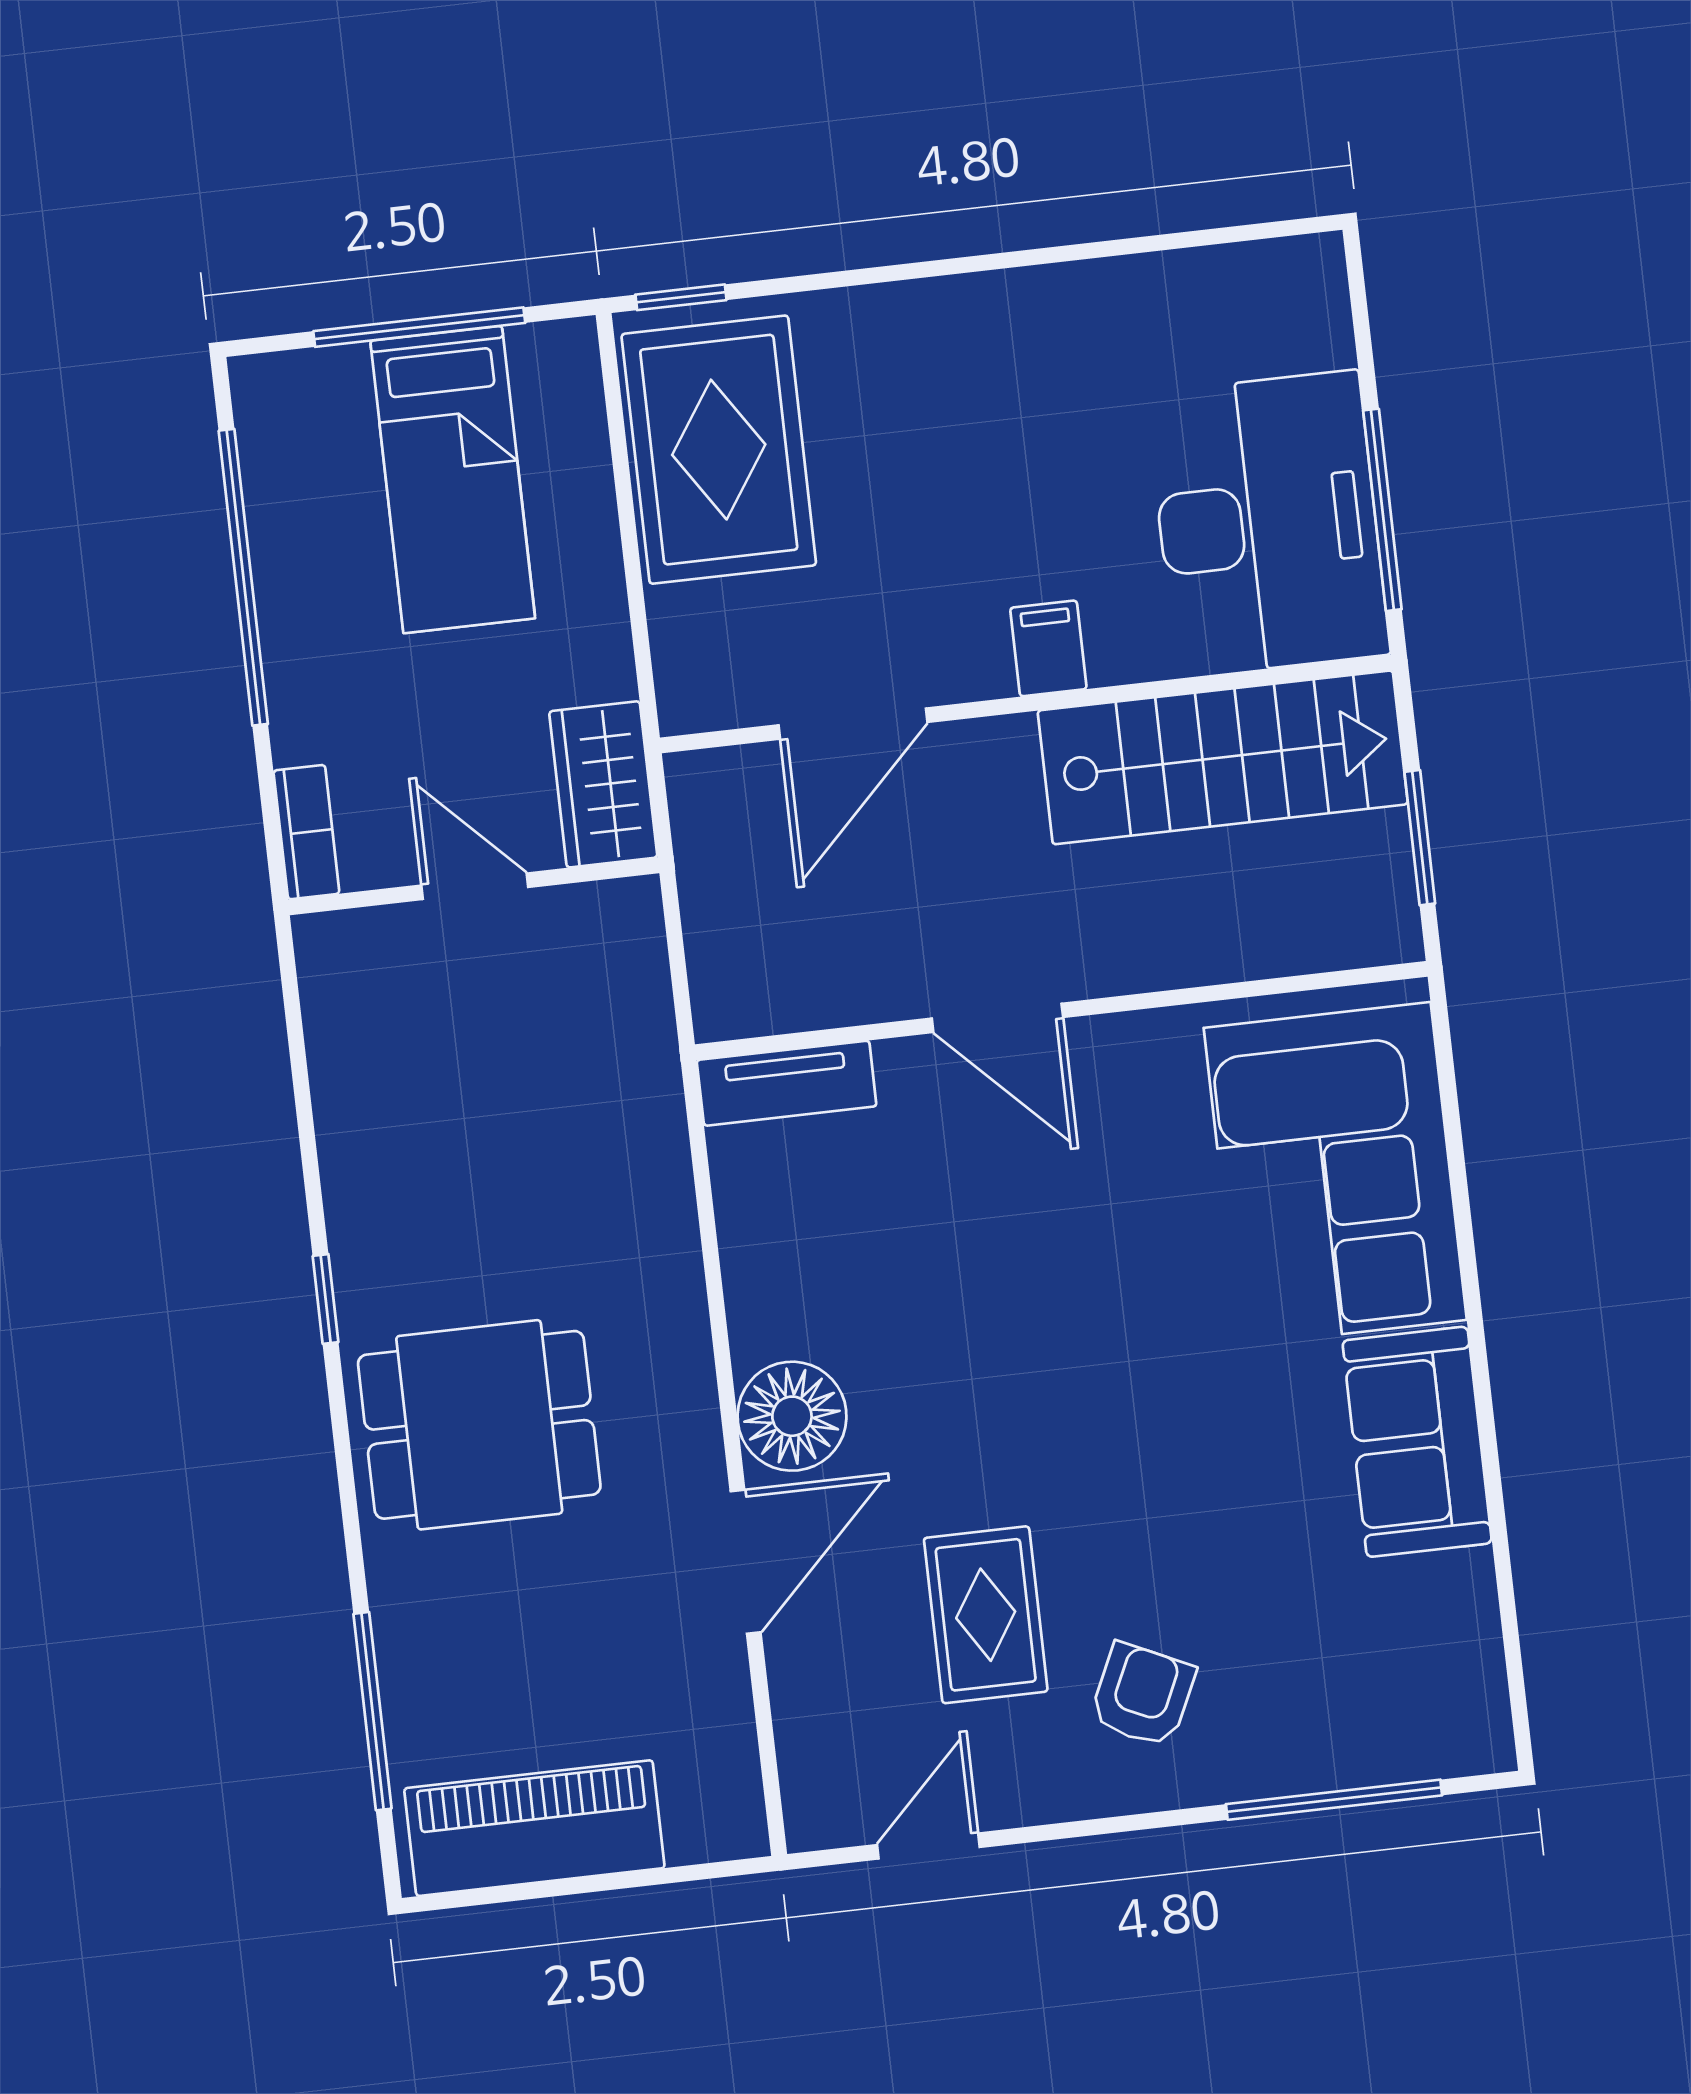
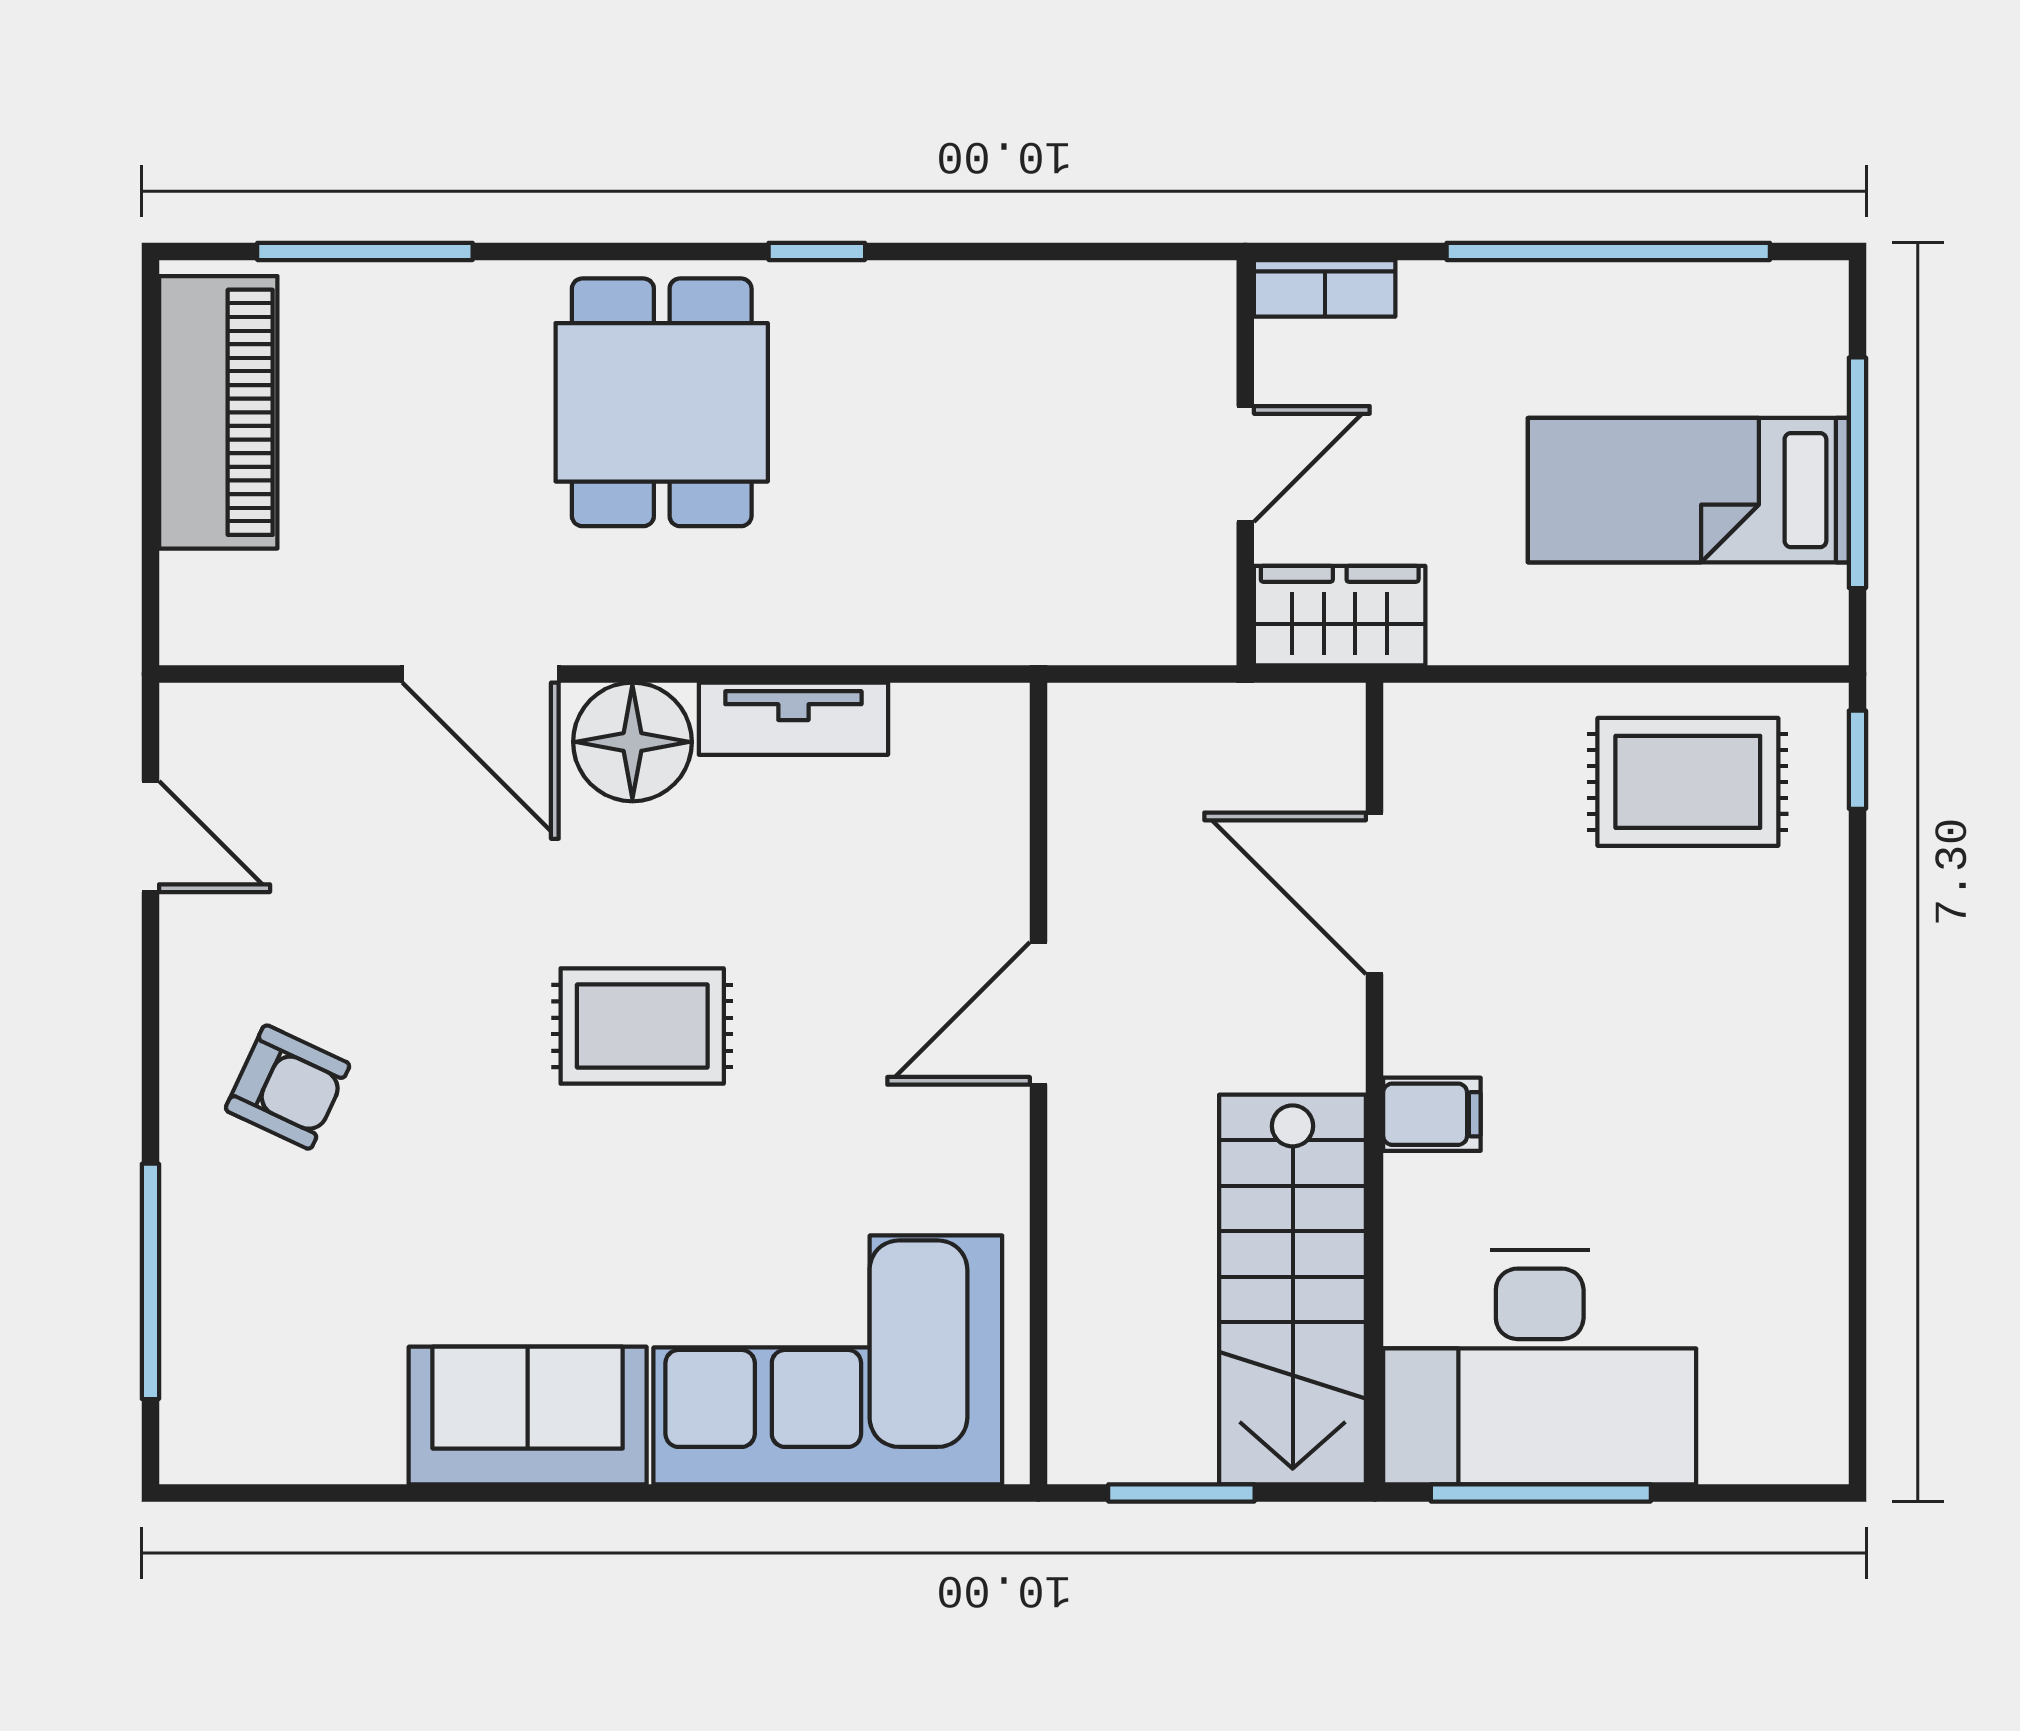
rug: (719, 450) -> (1688, 782), width x0.73, depth x0.70
tv unit: (787, 1083) -> (793, 719), moved, turned -90
rug: (986, 1615) -> (642, 1026), moved

